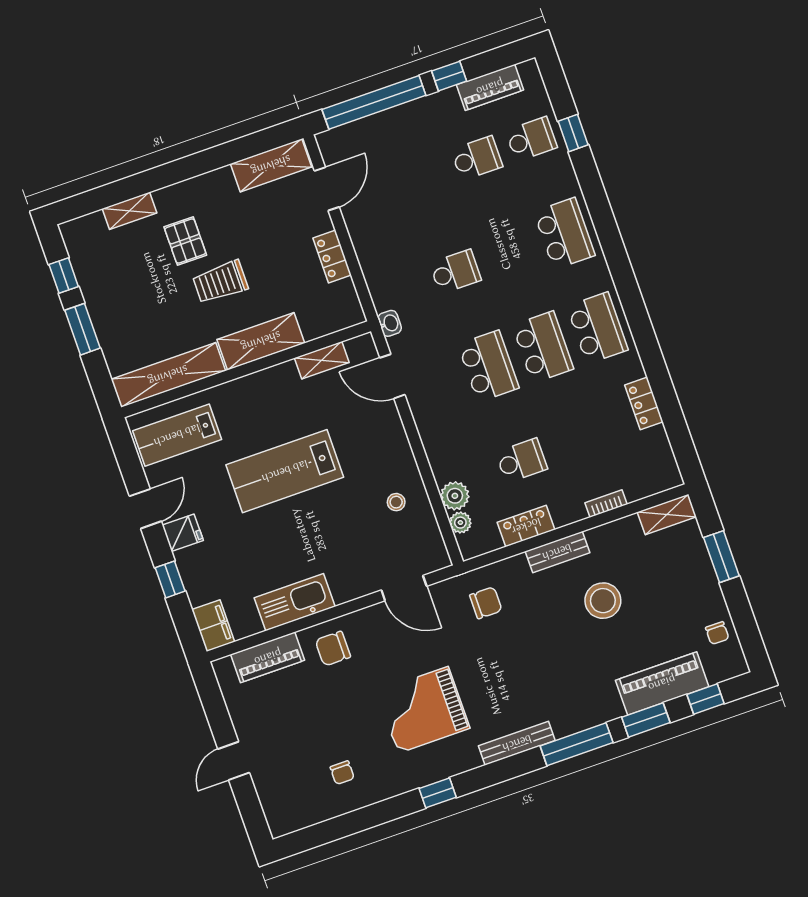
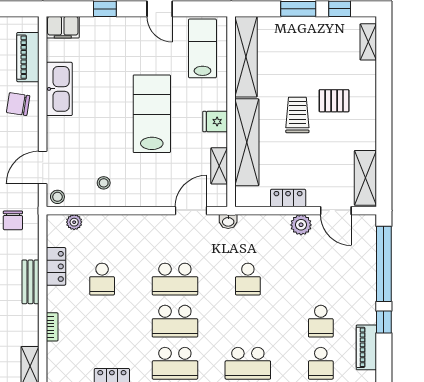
shelving: (129, 211) -> (368, 42), moved
shelving: (261, 341) -> (247, 142), width x1.47
plant: (455, 496) -> (301, 225), moved
fridge: (183, 533) -> (215, 122), moved, turned 90
stool: (435, 556) -> (57, 197), added
chair: (333, 649) -> (18, 104), turned -81

